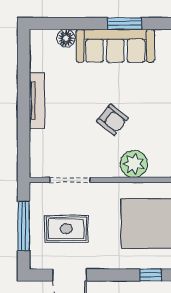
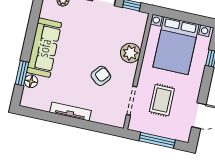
window: (124, 24) -> (22, 73), moved
armchair: (112, 120) -> (101, 76), moved
rug: (66, 229) -> (162, 100), moved

